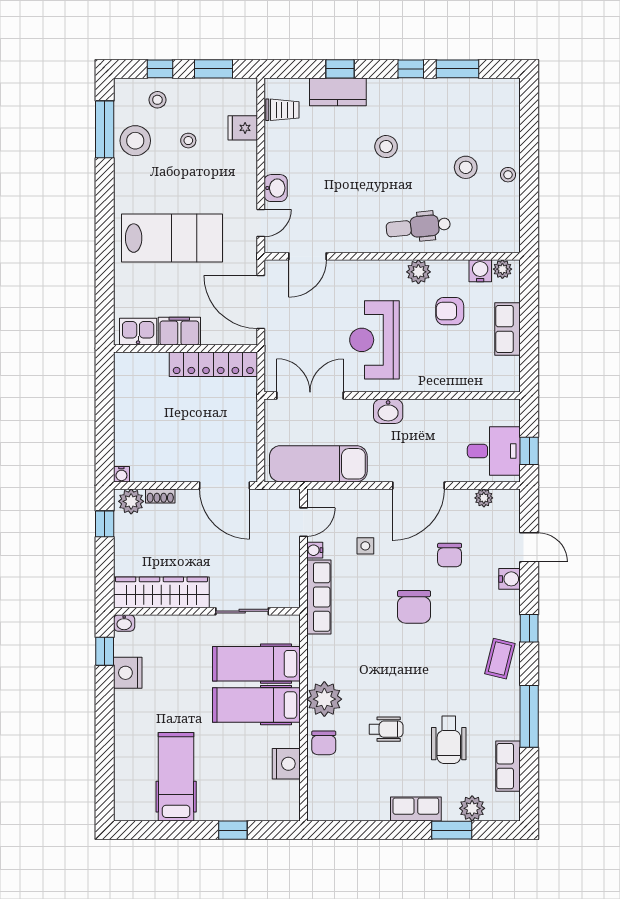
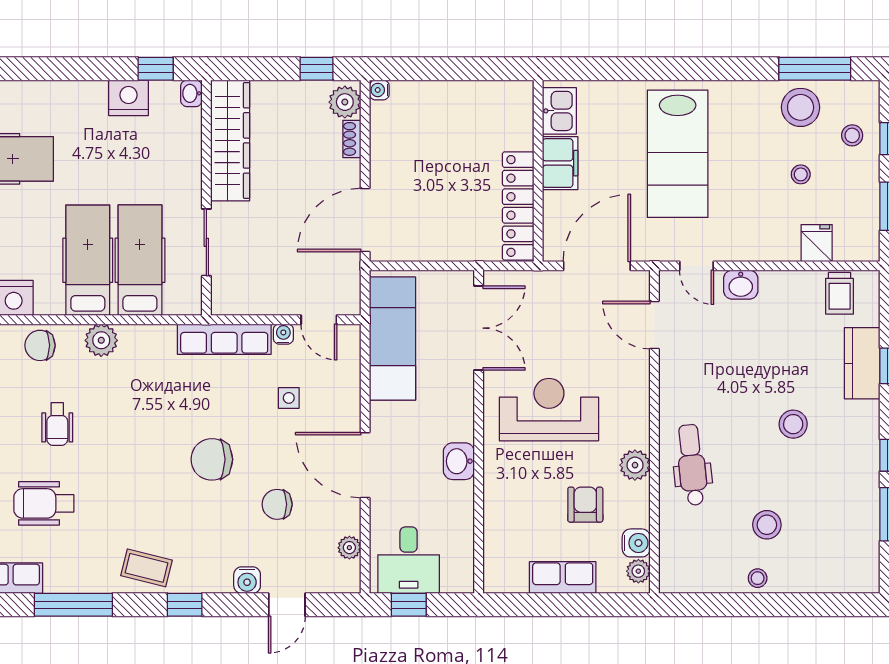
washbasin: (388, 411) -> (459, 461), moved
plant: (324, 699) -> (101, 340), width x0.73, depth x0.73

